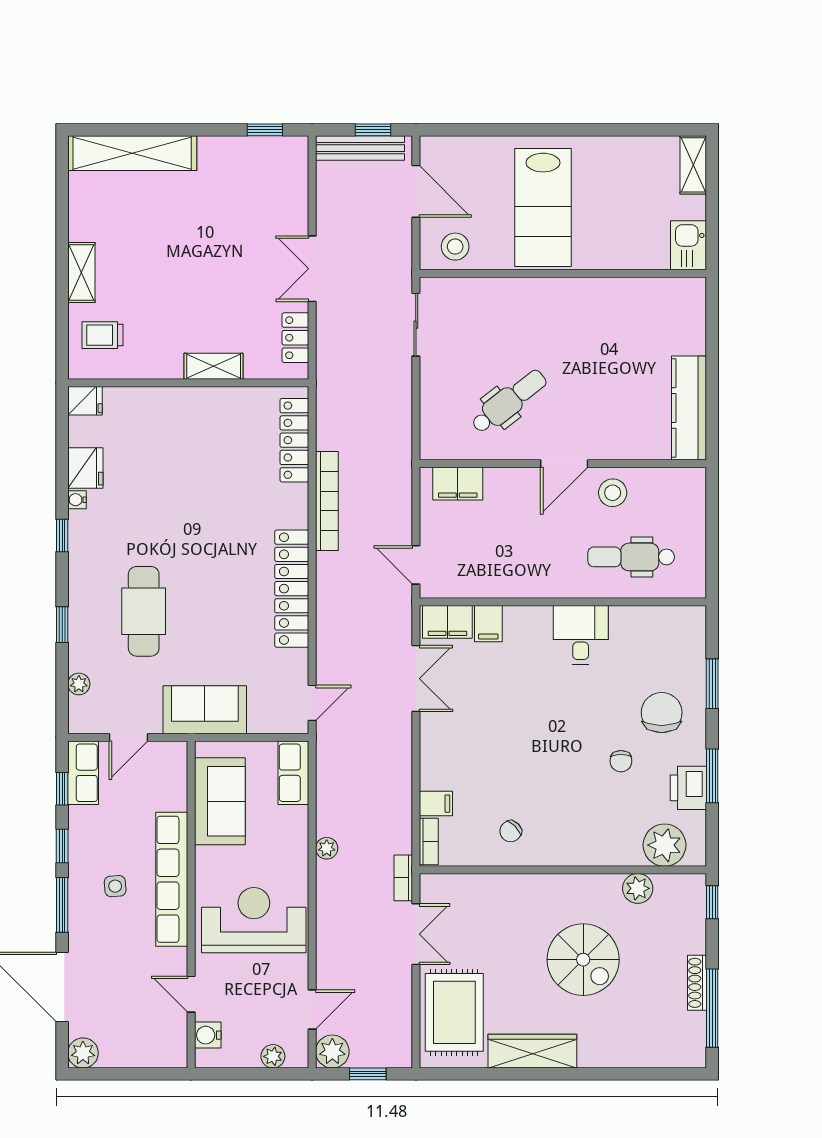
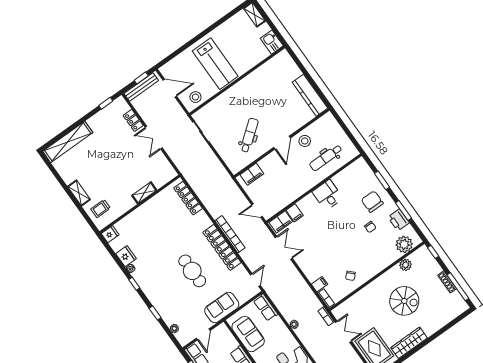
locker: (295, 338) -> (133, 120), moved
bookcase: (327, 501) -> (230, 234), moved
cafe table: (144, 611) -> (192, 271), moved

